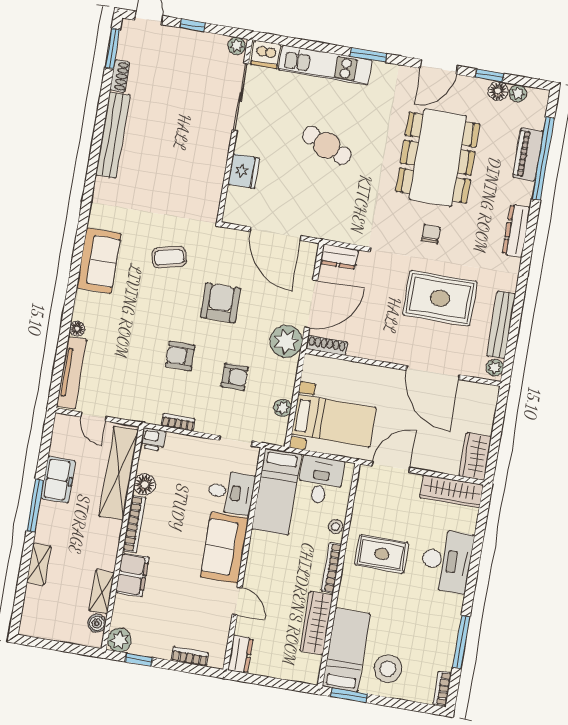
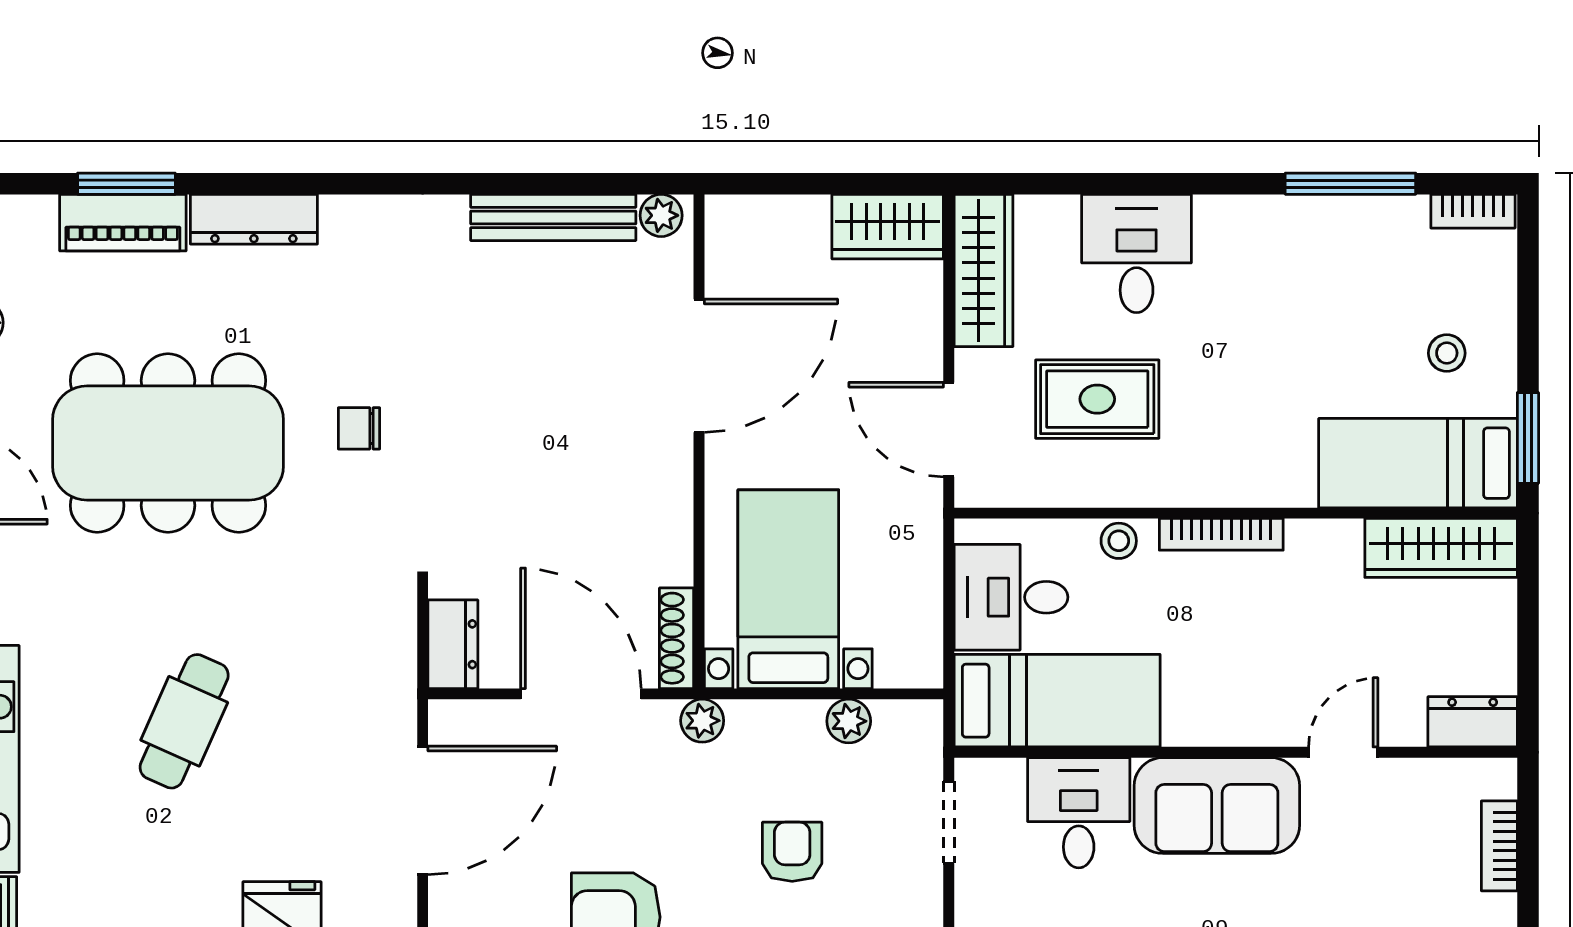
window: (543, 158) -> (126, 184), width x0.47
dresser: (516, 231) -> (254, 219), moved
rug: (440, 298) -> (513, 379), removed
plant: (286, 341) -> (702, 721), width x0.53, depth x0.53
bed with nightstands: (334, 421) -> (788, 589), moved
rug: (382, 554) -> (1097, 399), moved, turned 90
desk: (447, 561) -> (1137, 253), width x0.73
wardrobe: (316, 623) -> (1441, 548), moved
stool: (388, 669) -> (1447, 353), width x0.53, depth x0.53

